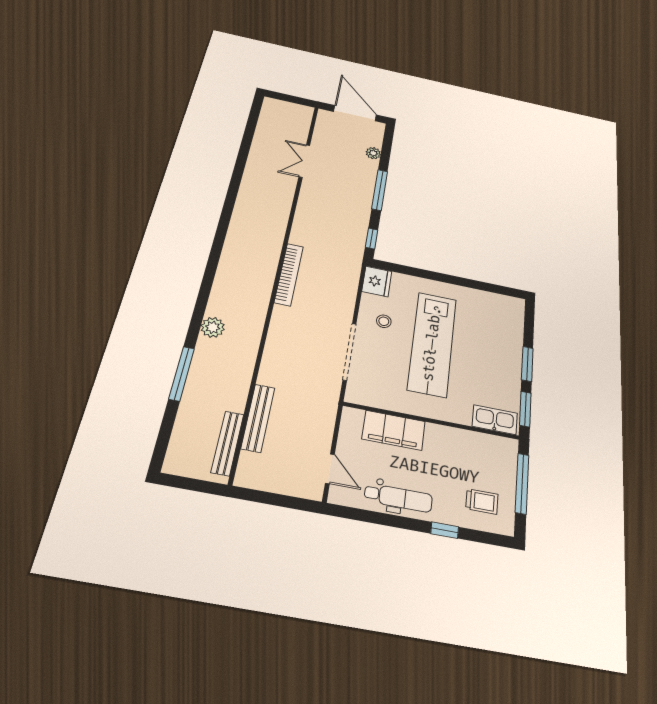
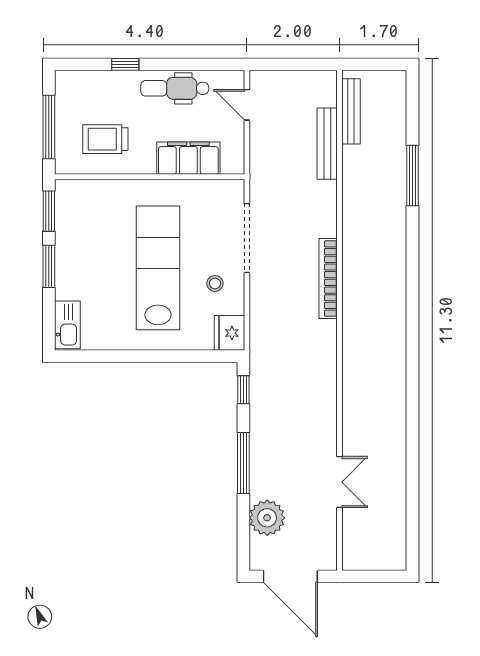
plant: (373, 153) -> (267, 518), width x1.88, depth x1.88
bookcase: (289, 274) -> (328, 279), moved
plant: (213, 327) -> (394, 235), removed
kitchen sink: (495, 420) -> (67, 325), moved, turned -90
trolley: (482, 502) -> (105, 139), moved, width x1.36, depth x1.39

